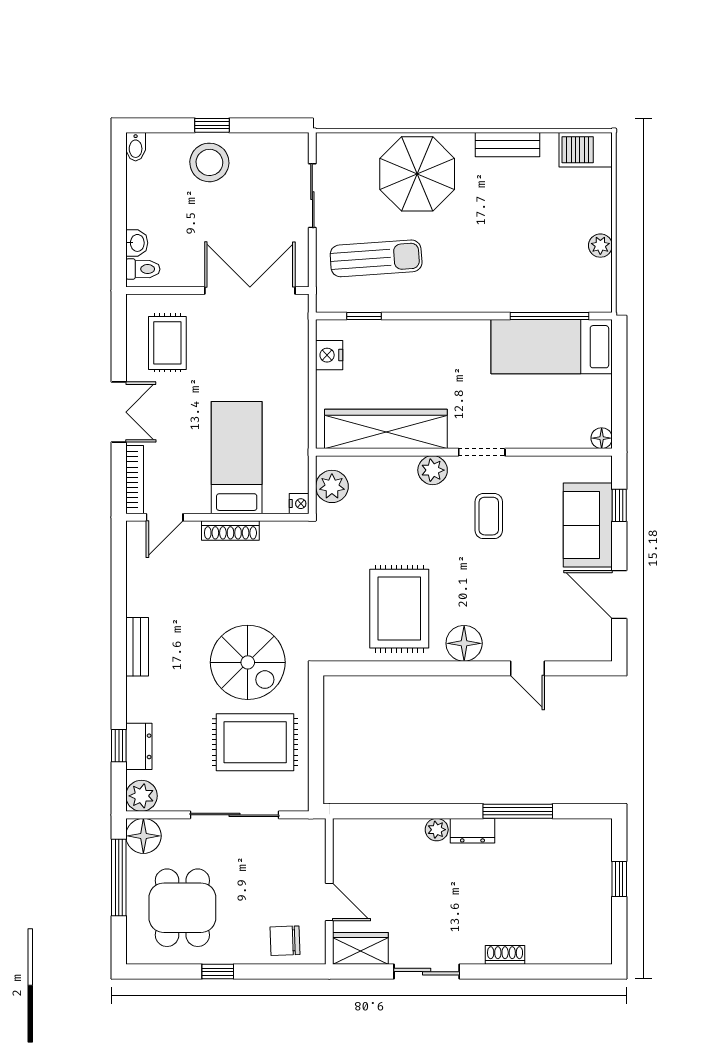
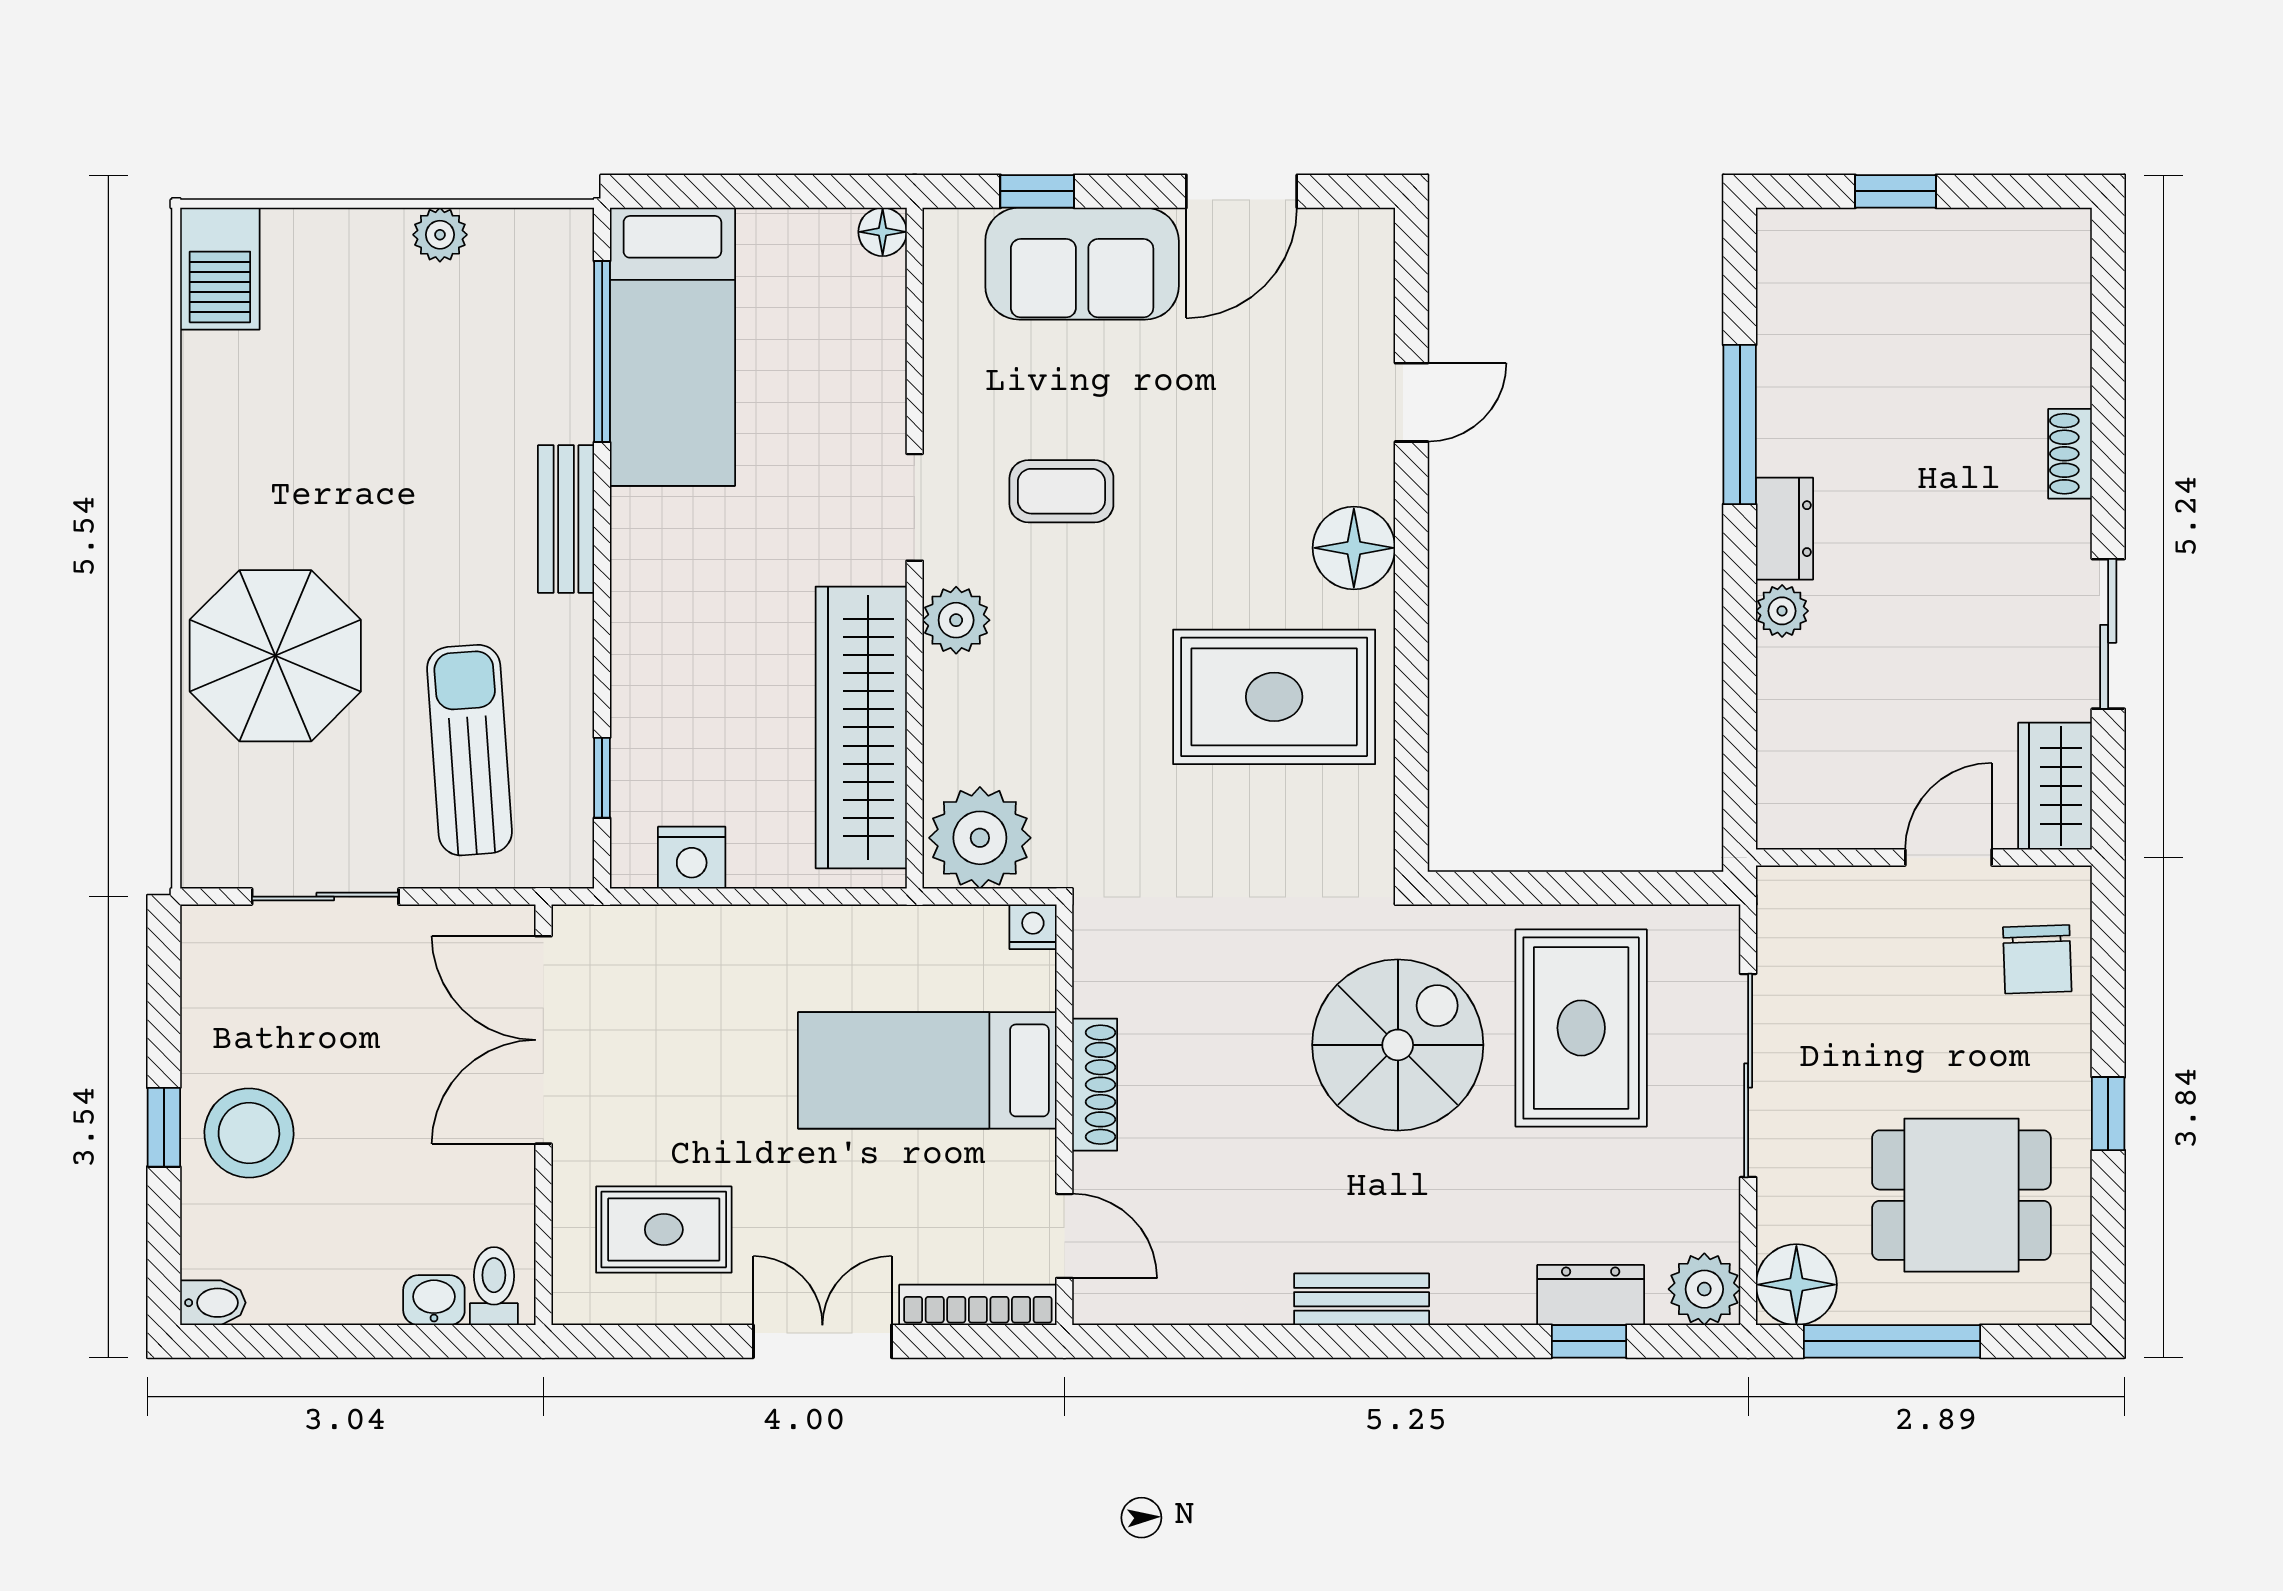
bench: (507, 145) -> (566, 519), moved
plant: (332, 486) -> (980, 838), width x1.36, depth x1.36

